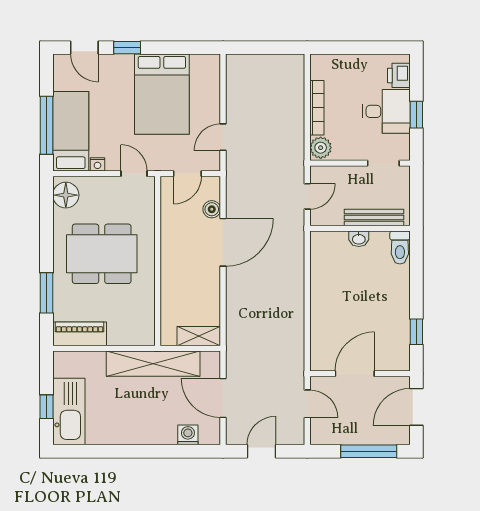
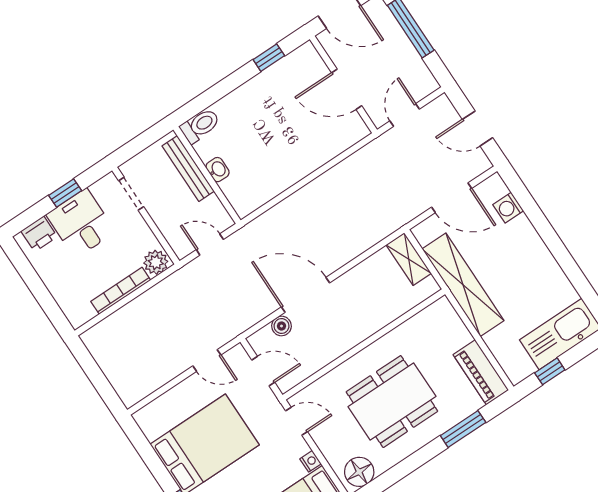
door: (134, 174) -> (297, 421), swing flipped
dining table: (102, 254) -> (392, 402), turned 90
door: (223, 398) -> (452, 198), hinge flipped
window: (46, 407) -> (550, 371), moved

